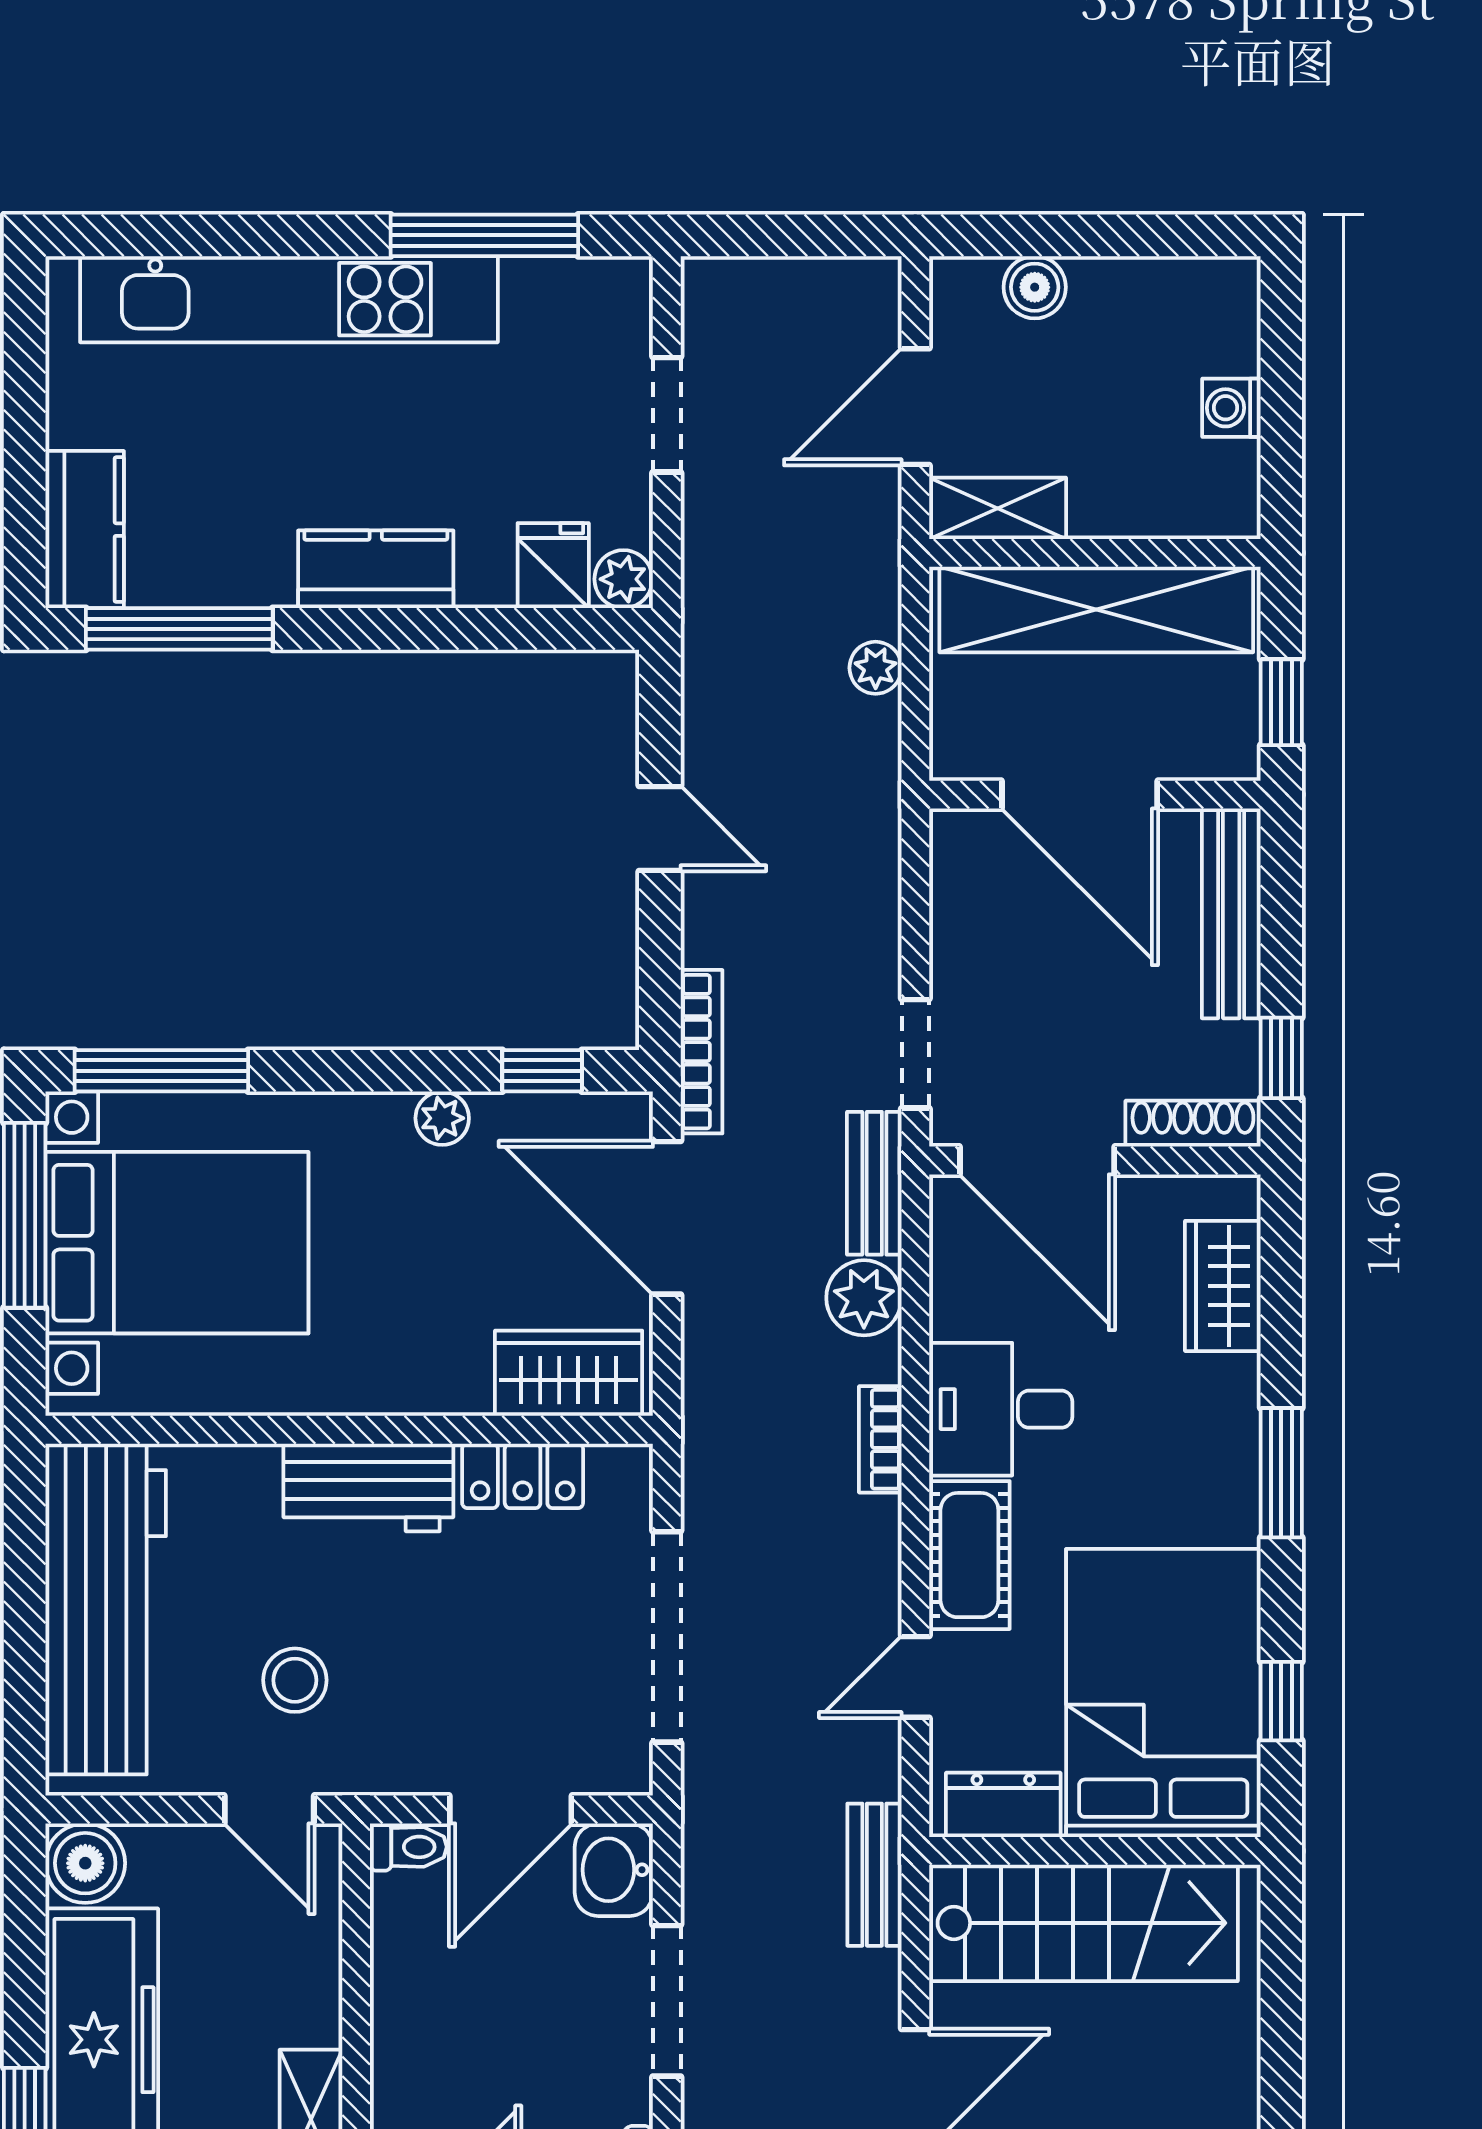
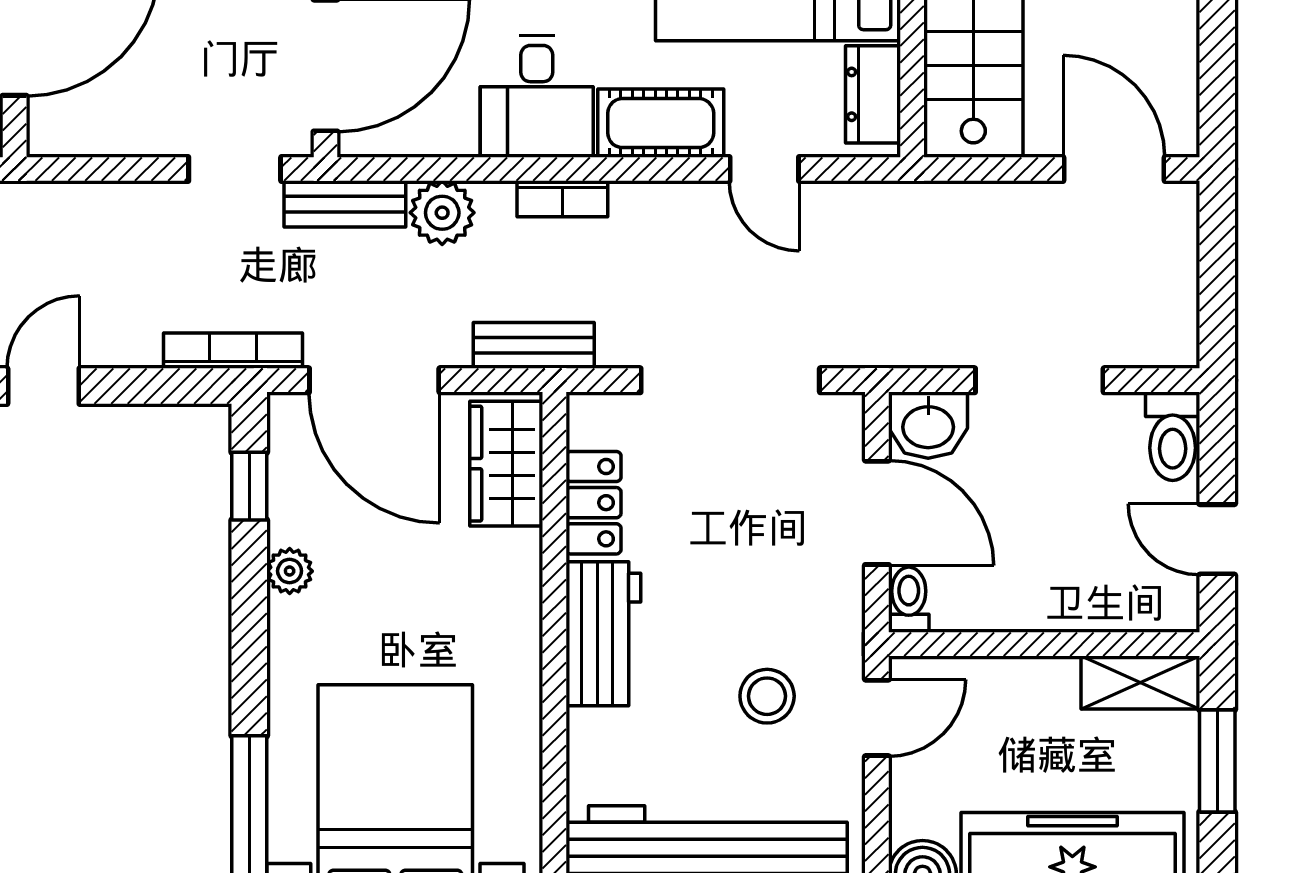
door: (667, 1218) -> (374, 380), hinge flipped
bench: (874, 1875) -> (534, 345), moved

